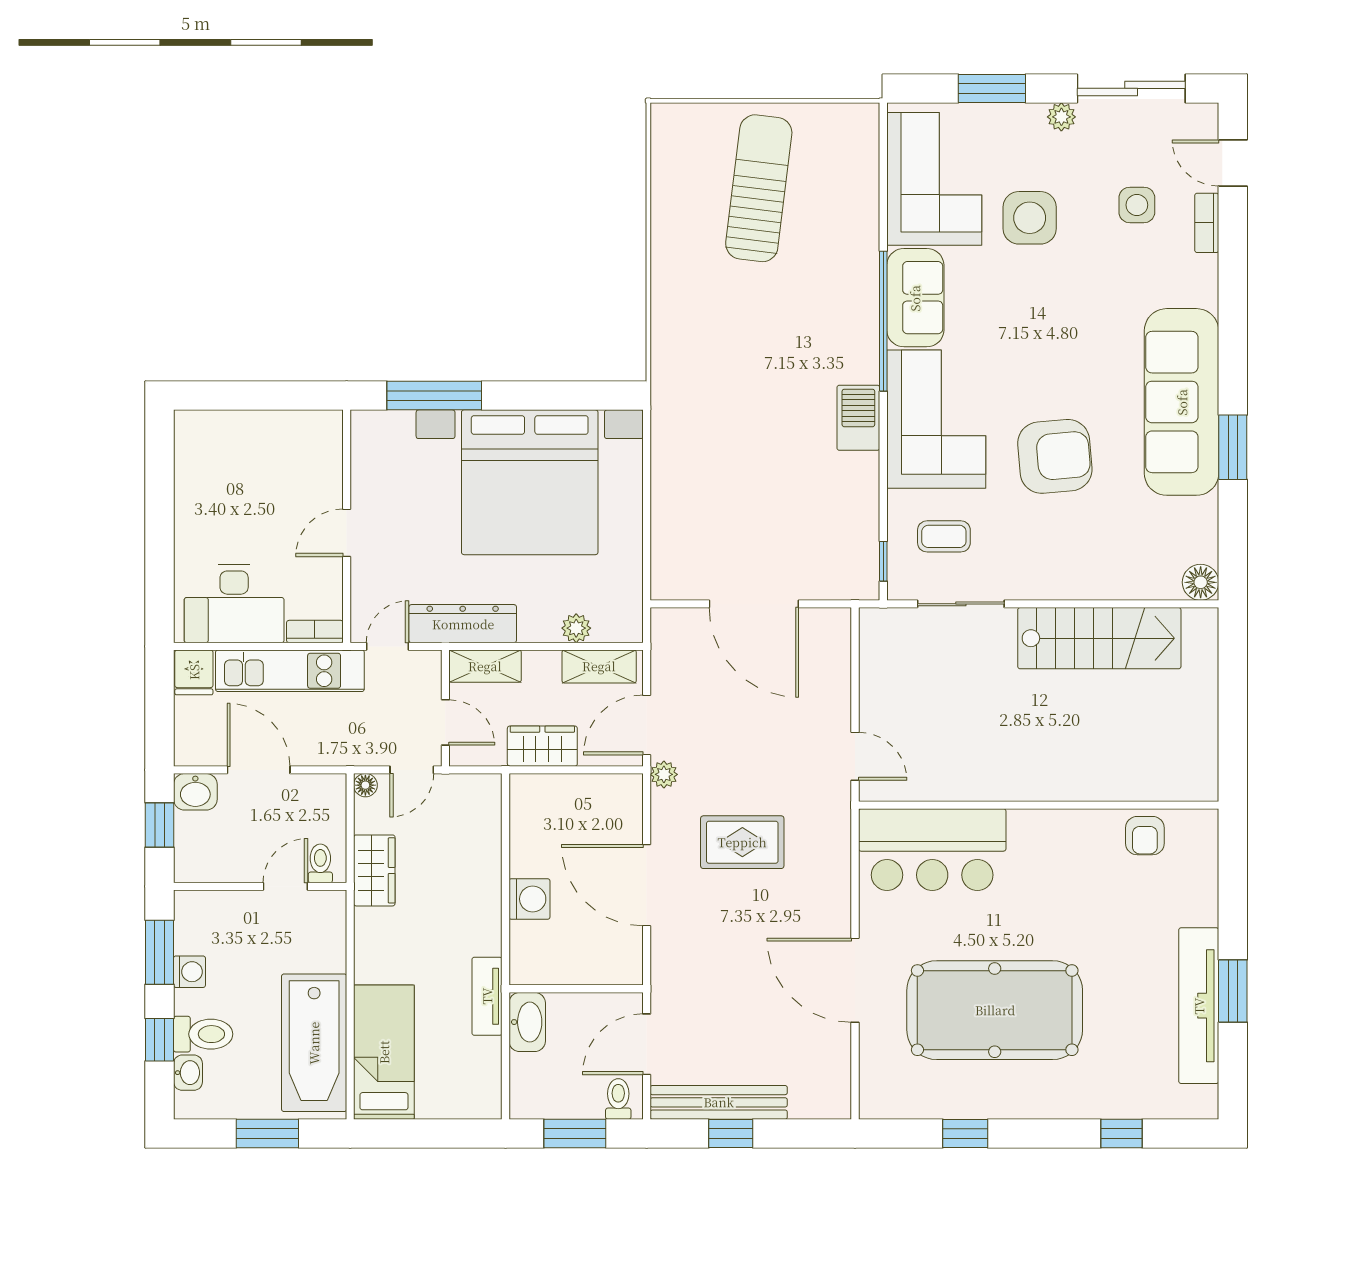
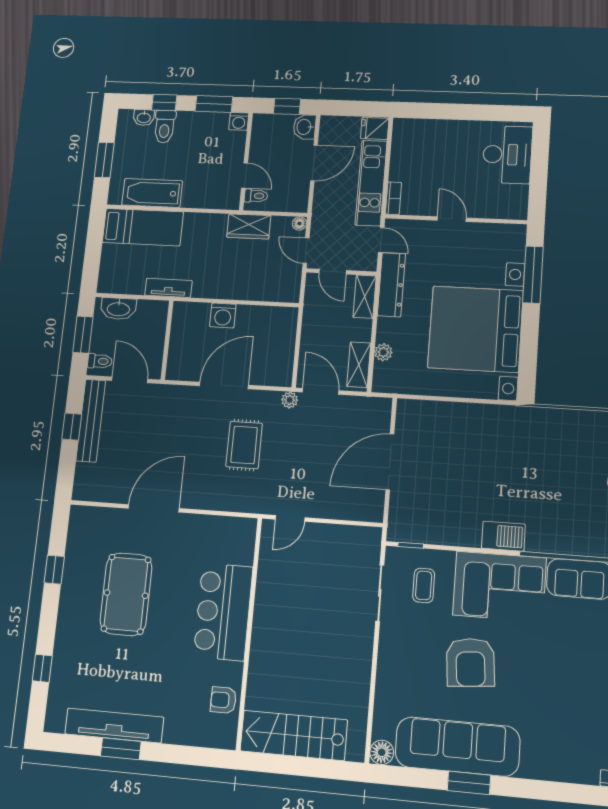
sofa: (1182, 402) -> (457, 747), moved
desk: (234, 604) -> (507, 155), moved, turned 180
stairs: (1099, 638) -> (294, 735), moved, turned 90
door: (445, 722) -> (333, 272), hinge flipped
wardrobe: (542, 746) -> (313, 328), removed
bar counter: (932, 850) -> (223, 612), moved
washing machine: (189, 972) -> (239, 121), moved
pool table: (995, 1010) -> (126, 594), width x0.73, depth x0.76
washbasin: (527, 1022) -> (118, 309), moved
bathtub: (314, 1043) -> (152, 193), width x0.73, depth x0.73

